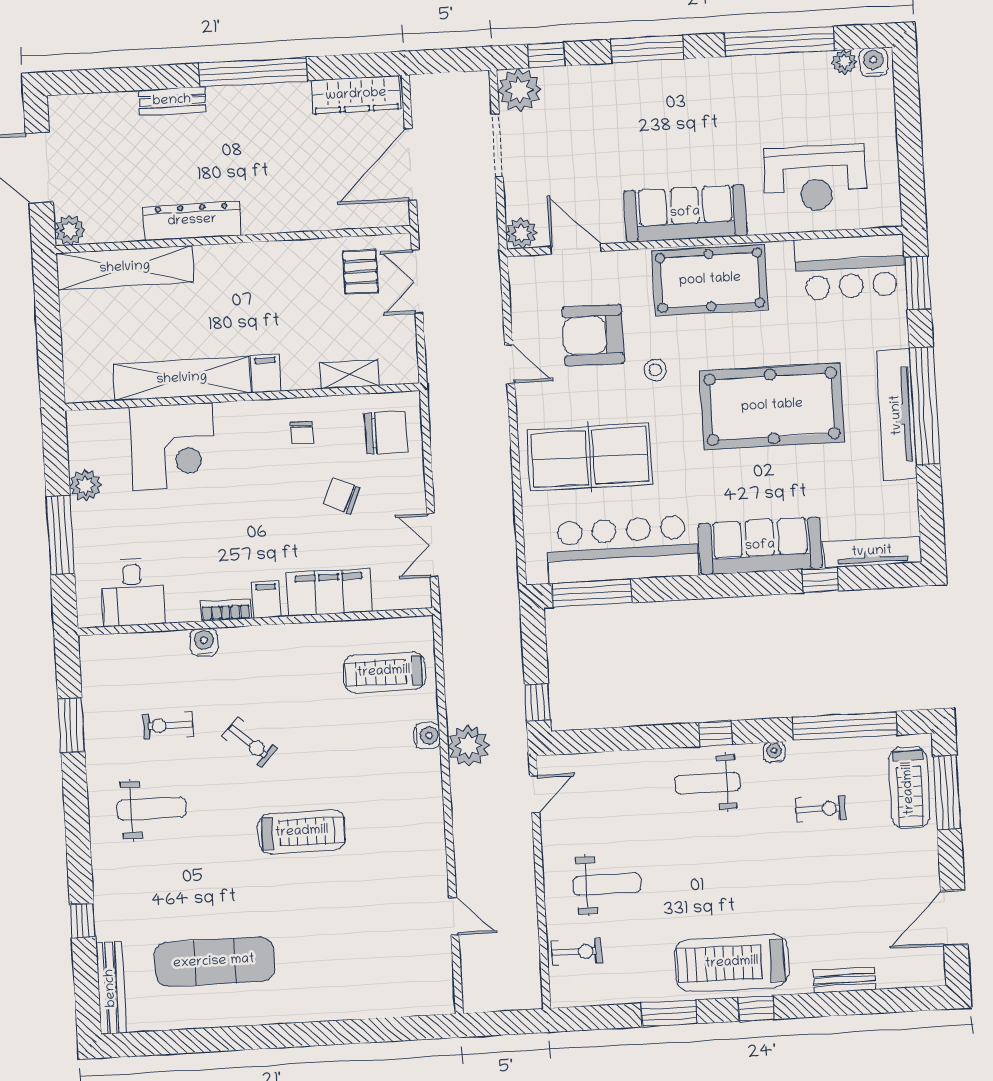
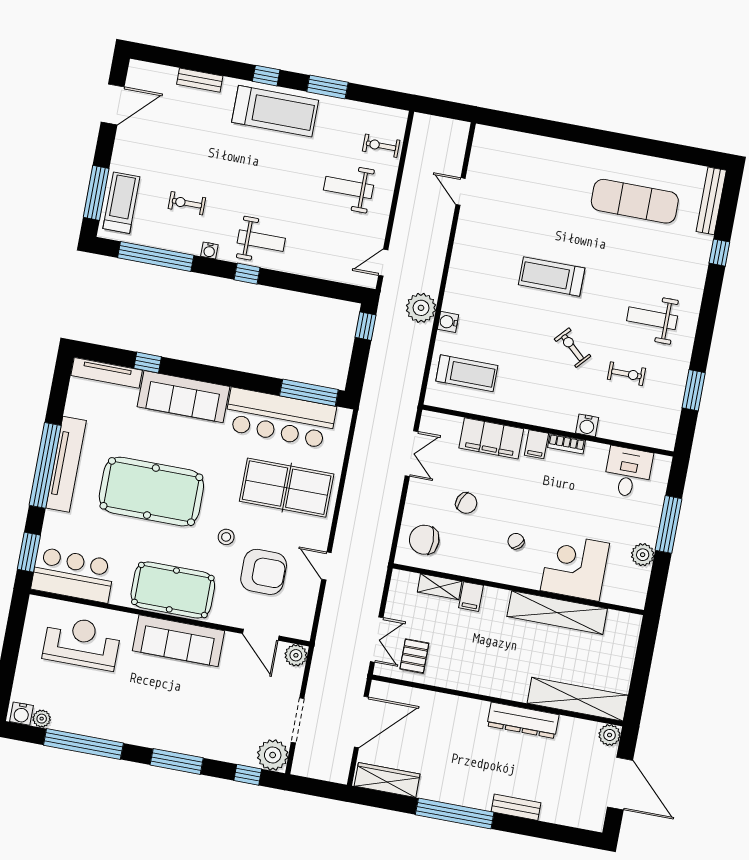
filing cabinet: (266, 373) -> (471, 597), moved
chair: (302, 433) -> (516, 541), moved, turned -45

